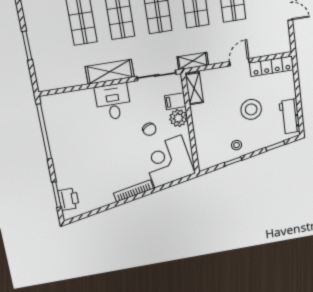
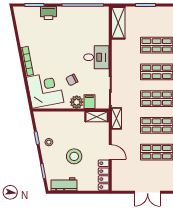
shelving: (110, 72) -> (118, 23), moved
printer: (69, 199) -> (48, 13), moved

